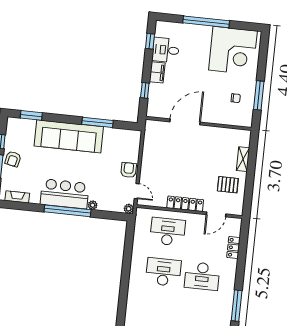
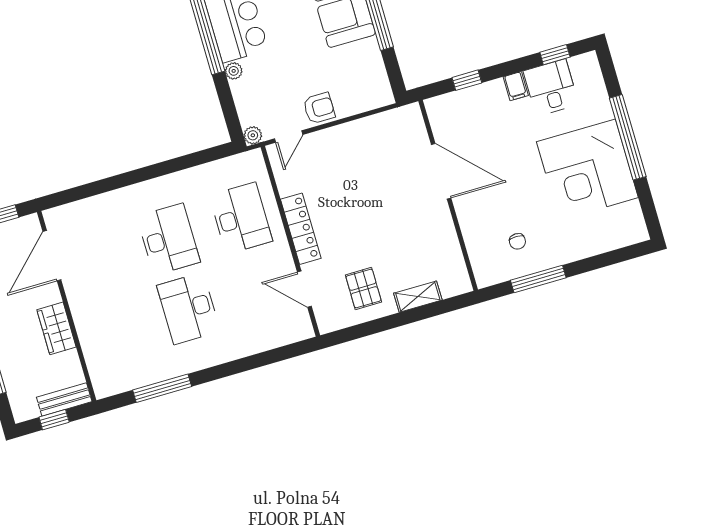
corner desk: (233, 51) -> (587, 170), moved
filing cabinet: (157, 72) -> (516, 86), width x0.50
locker: (233, 248) -> (260, 342), removed

